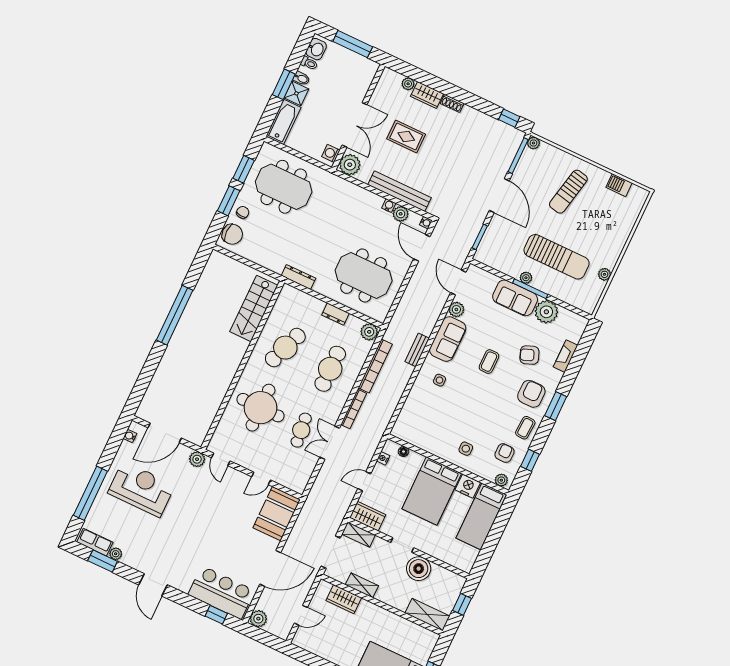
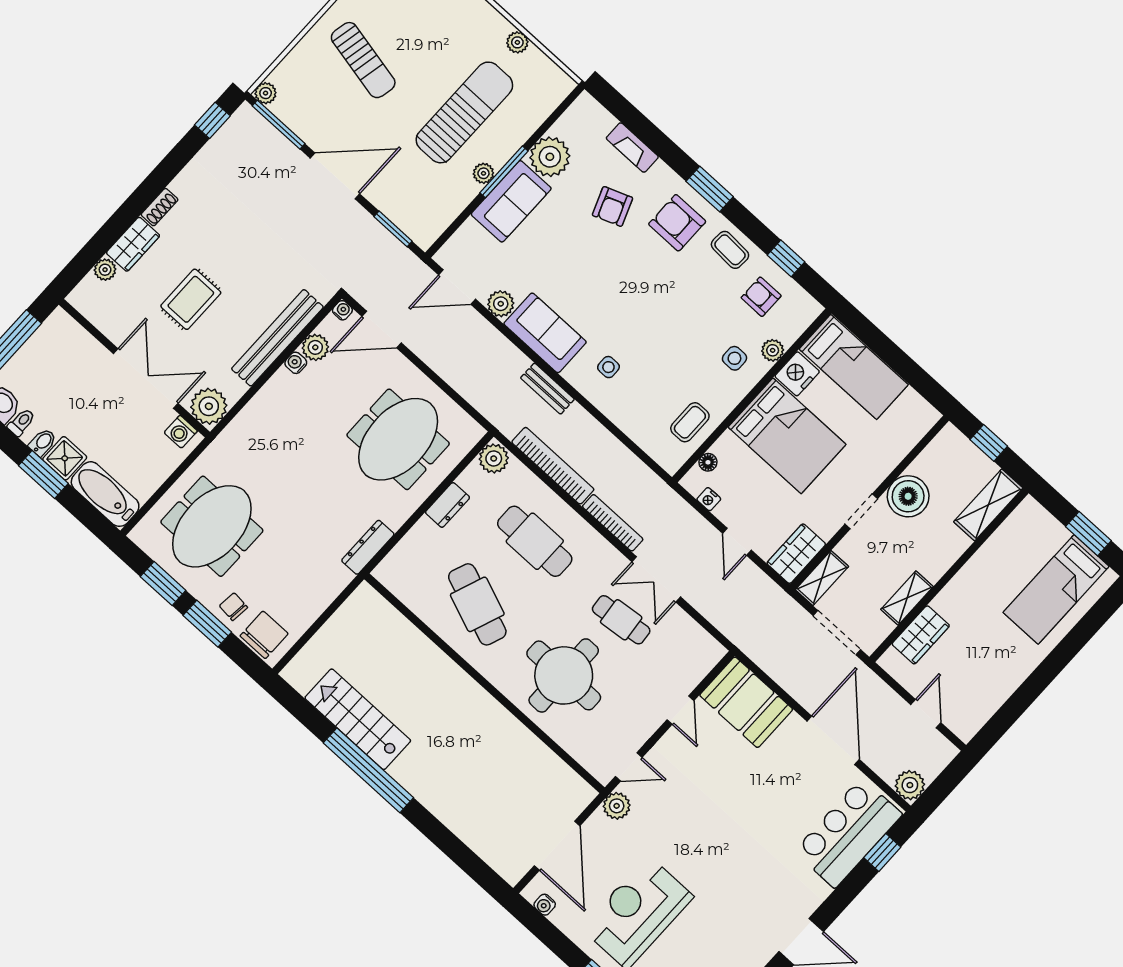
stairs: (254, 308) -> (358, 719), moved, turned 180
coffee table: (489, 362) -> (690, 422), moved, turned 90
plant: (501, 480) -> (773, 350), moved

